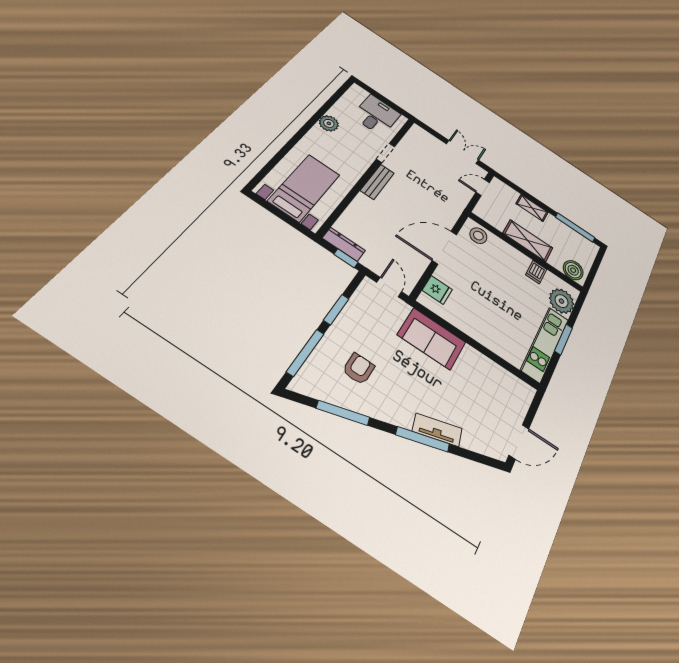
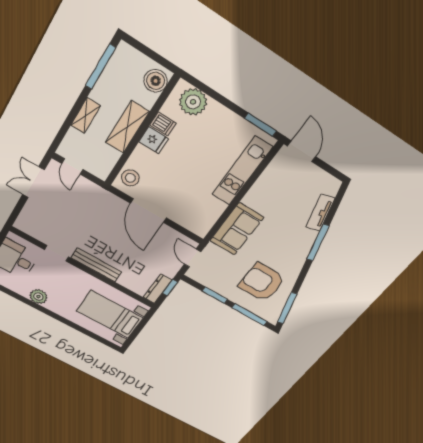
bench: (377, 182) -> (96, 265), width x1.36
door: (389, 287) -> (193, 258), hinge flipped
fridge: (437, 290) -> (154, 140), moved, turned 90
window: (564, 339) -> (260, 125), moved
kitchen unit: (545, 344) -> (242, 171), moved, turned 90
armchair: (359, 369) -> (262, 282), width x1.88, depth x1.88
window: (343, 413) -> (287, 308), moved
tv unit: (437, 430) -> (320, 213), moved
door: (519, 442) -> (302, 151), moved

